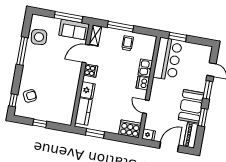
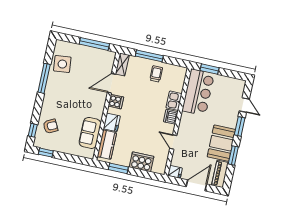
sofa: (74, 30) -> (90, 133), moved, turned 90
window: (40, 123) -> (46, 153), moved
cooker: (130, 129) -> (142, 162), moved

